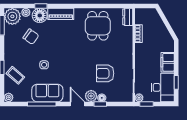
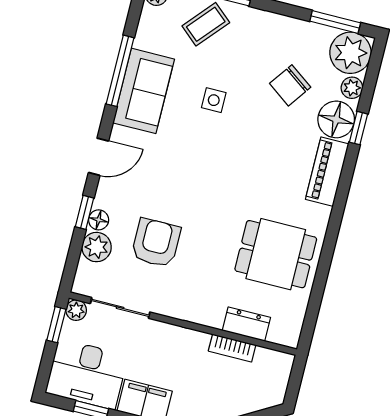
dresser: (128, 17) -> (246, 324), moved
plant: (91, 96) -> (97, 247), moved

